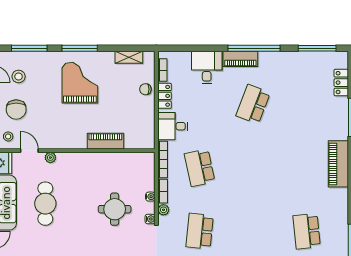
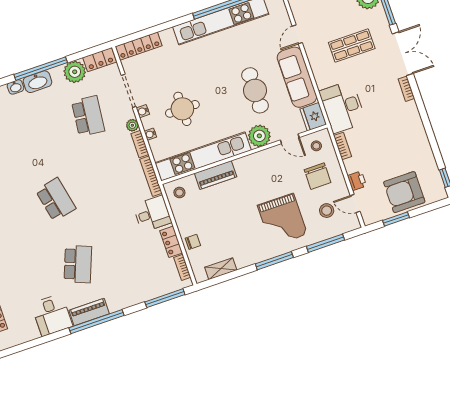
window: (317, 48) -> (165, 298), moved
piano: (240, 59) -> (89, 312), moved
desk: (207, 67) -> (52, 315), moved
grand piano: (80, 83) -> (282, 220), moved
chair: (16, 110) -> (318, 176), turned 180
stool: (142, 137) -> (179, 193), added
plant: (50, 158) -> (259, 136), width x1.88, depth x1.88
kitchen unit: (111, 161) -> (203, 156), added
school desk: (200, 168) -> (56, 199), moved

